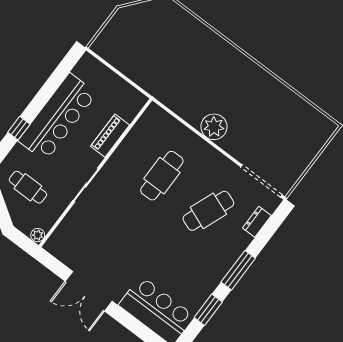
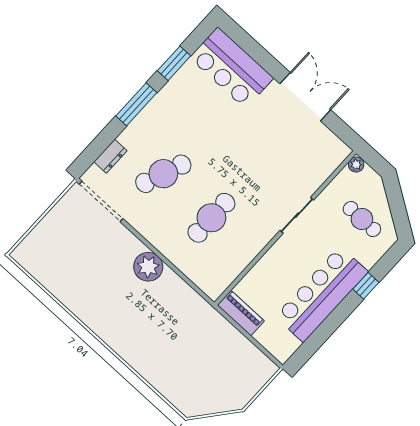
piano: (110, 136) -> (241, 313), moved, turned -90

